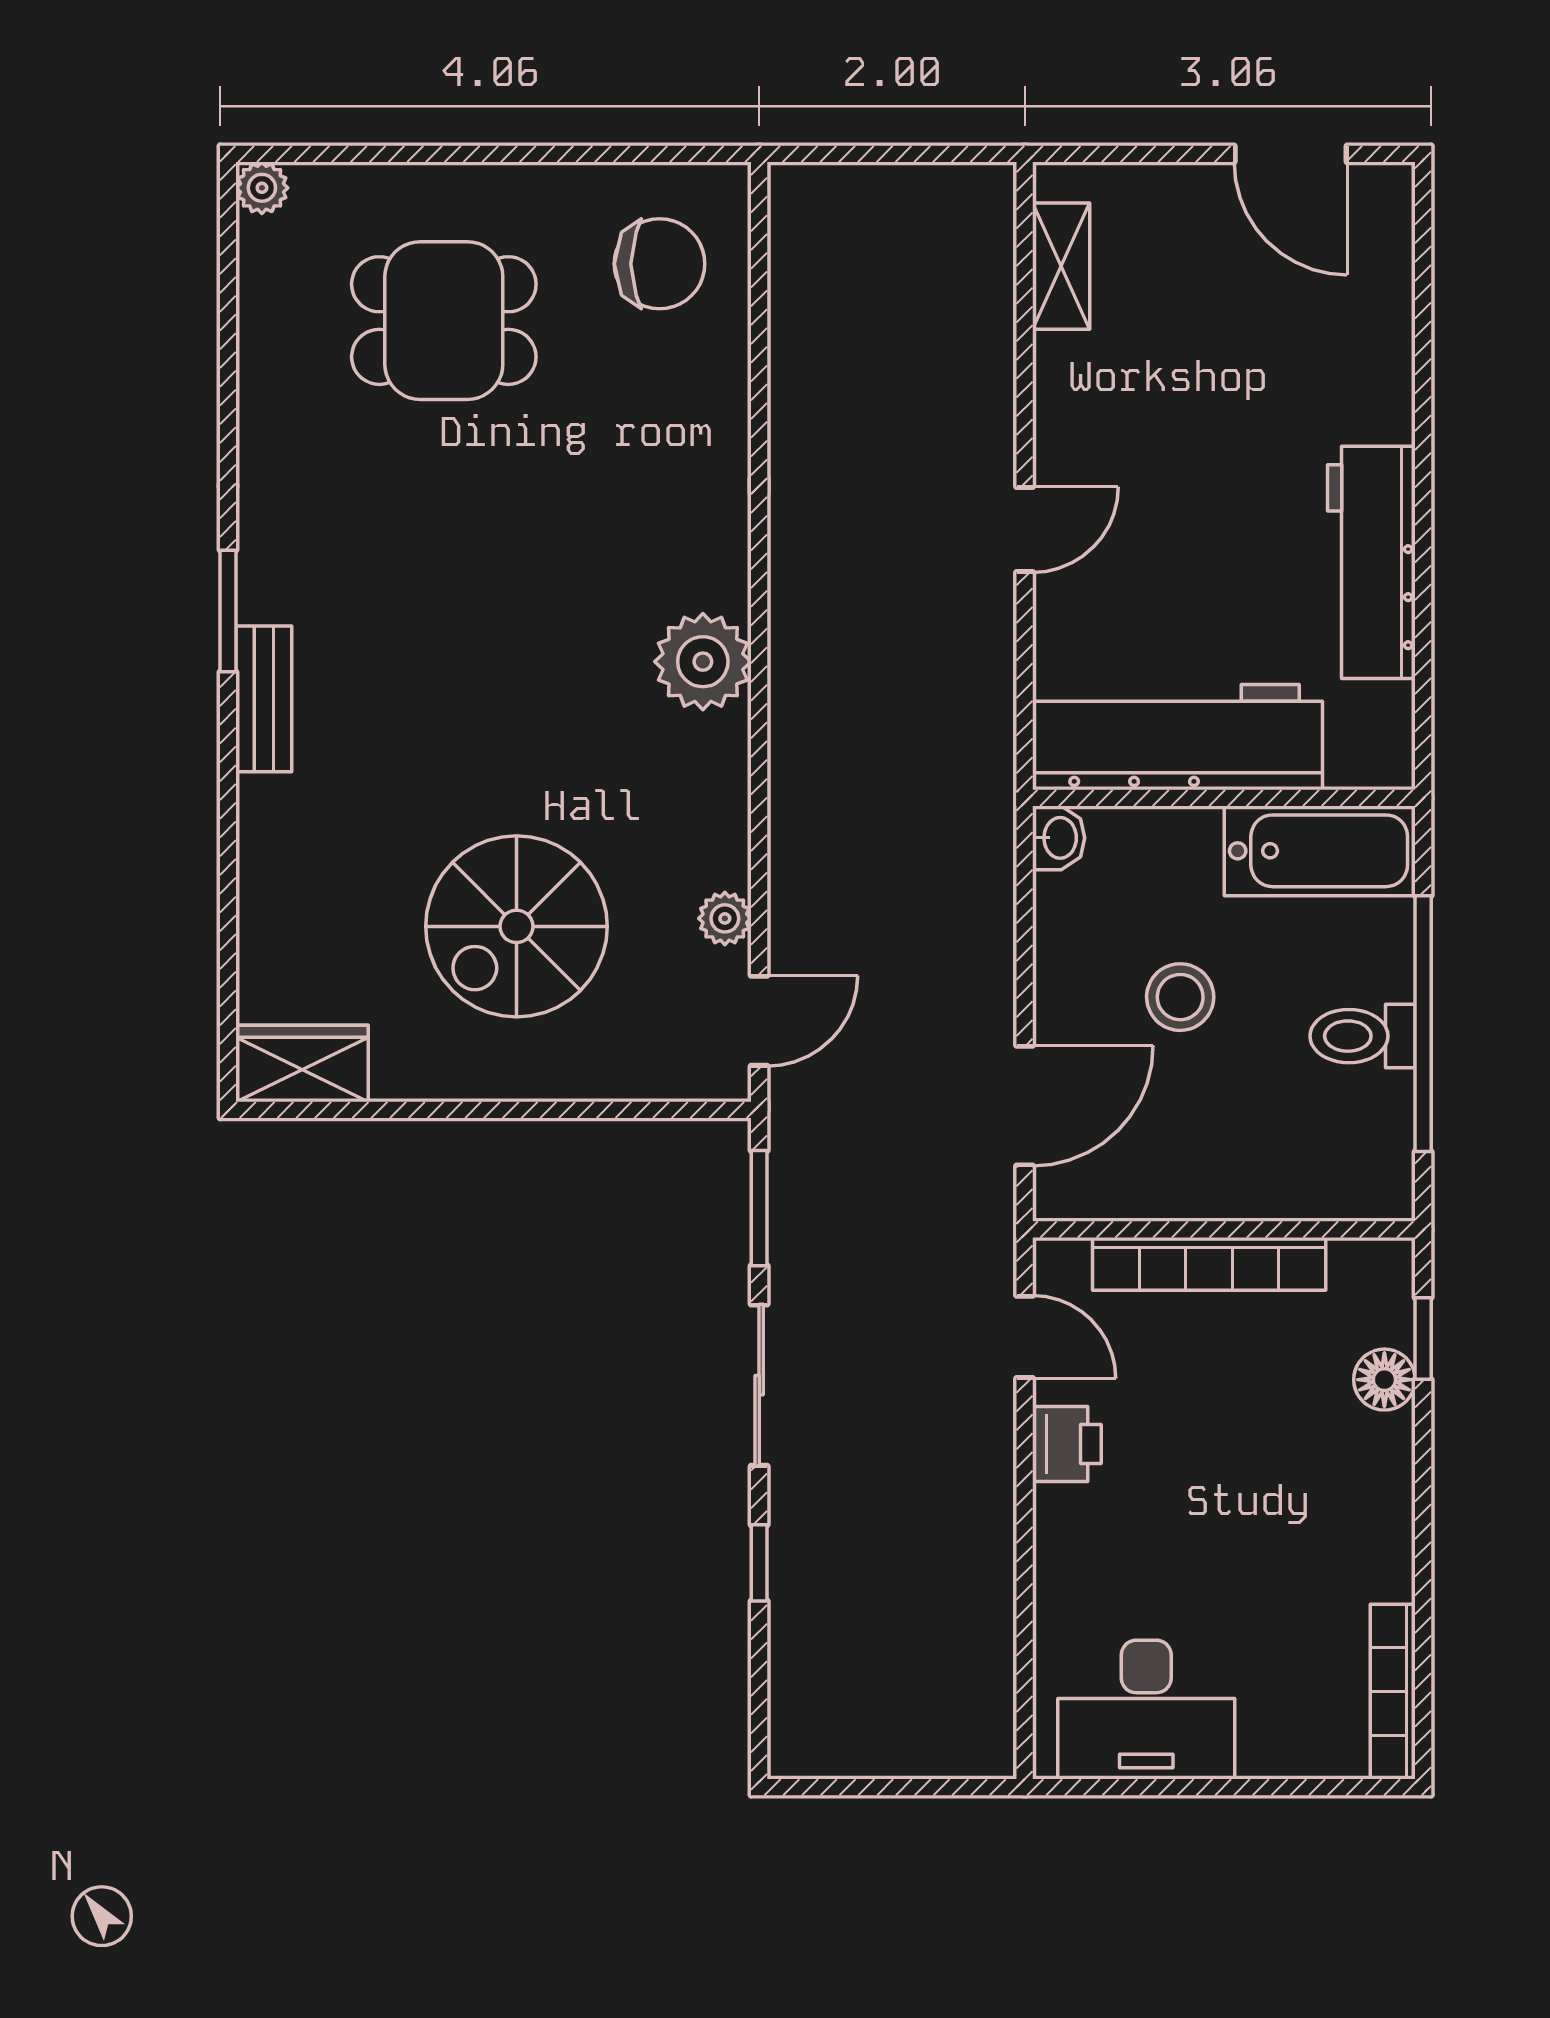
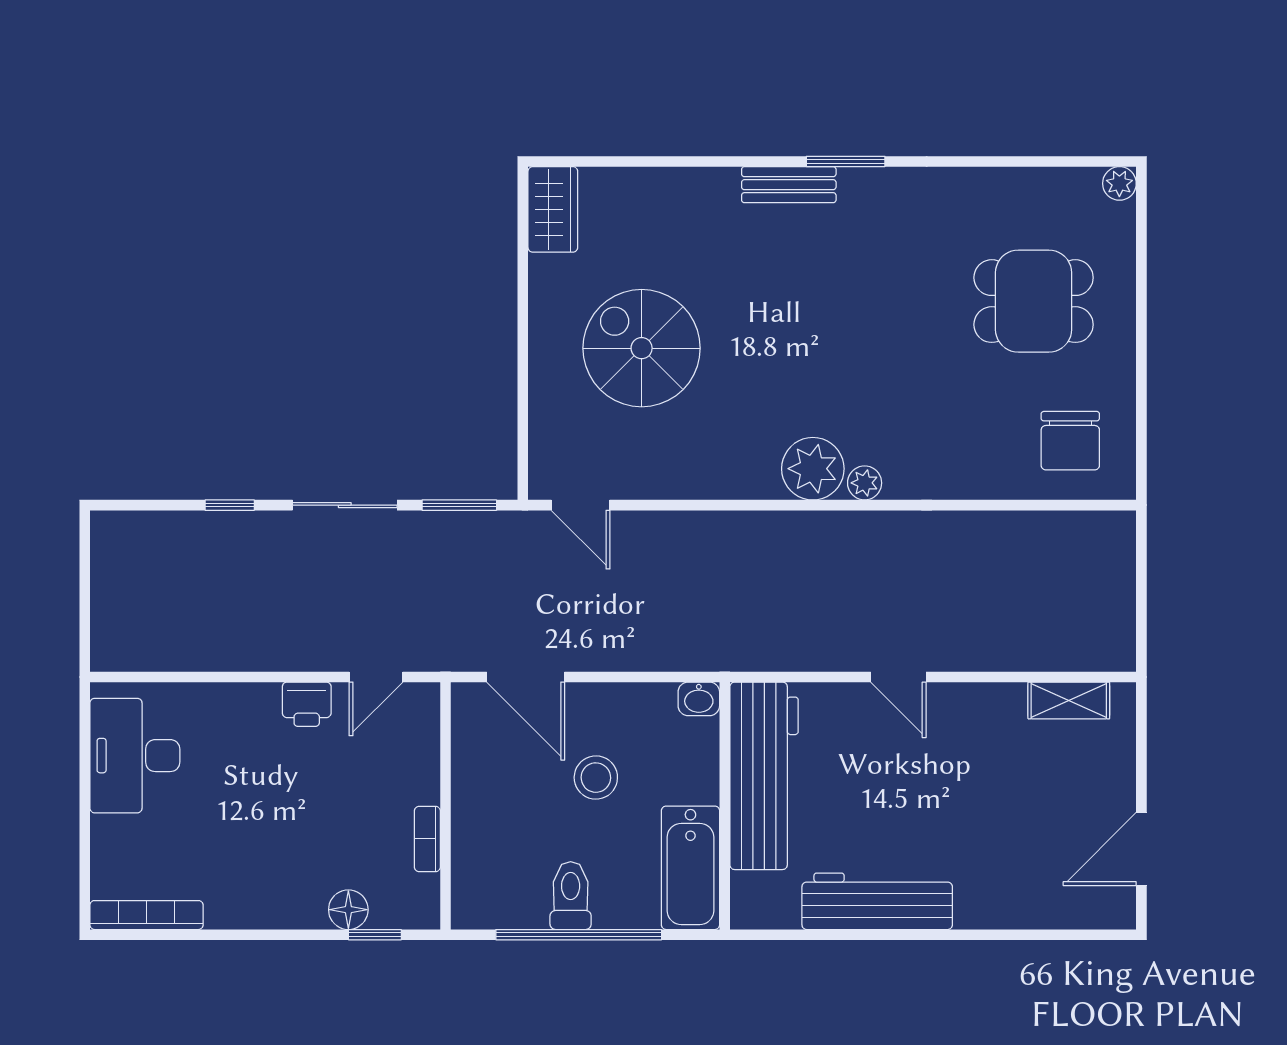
dining table: (444, 321) -> (1034, 301), turned 90
plant: (725, 918) -> (865, 483), moved
bookcase: (1209, 1264) -> (427, 839), width x0.43, depth x0.76

